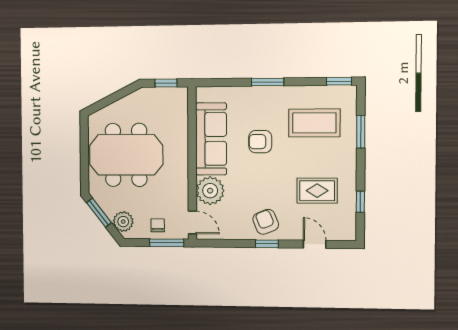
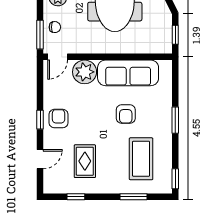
armchair: (260, 142) -> (126, 114), turned 180
armchair: (266, 222) -> (59, 119), turned -68

